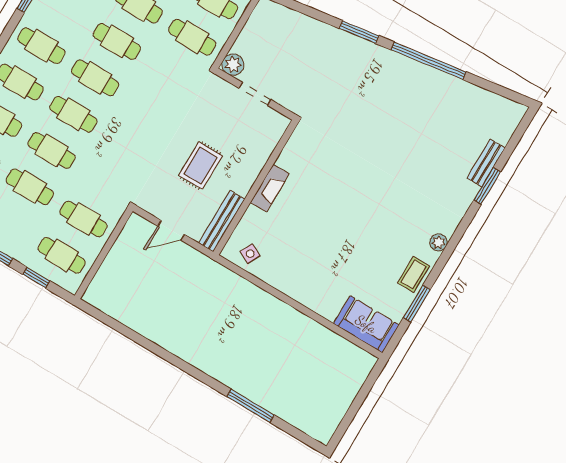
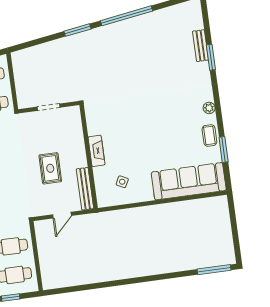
plant: (233, 65) -> (24, 101), removed
side table: (250, 254) -> (122, 182), moved
sofa: (366, 324) -> (189, 181), width x1.85, depth x1.27
window: (250, 406) -> (214, 270), moved

